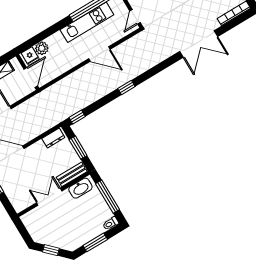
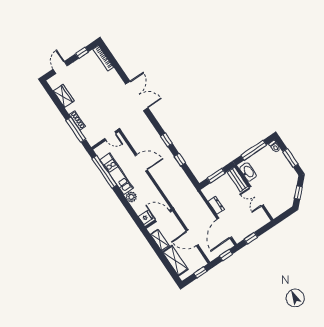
double door: (199, 44) -> (137, 96), moved
plant: (42, 48) -> (131, 197), moved
door: (99, 54) -> (141, 163), hinge flipped
window: (77, 117) -> (180, 160), moved
dresser: (53, 138) -> (216, 205), moved

